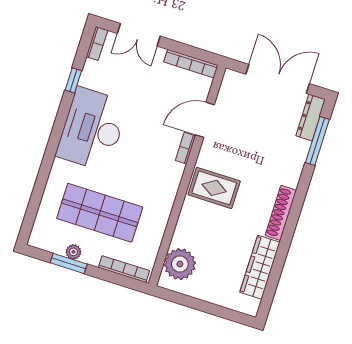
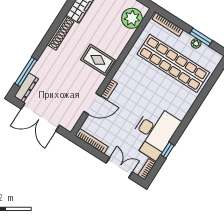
desk: (92, 129) -> (154, 132), moved
shop shelf: (100, 213) -> (173, 63), width x1.40

